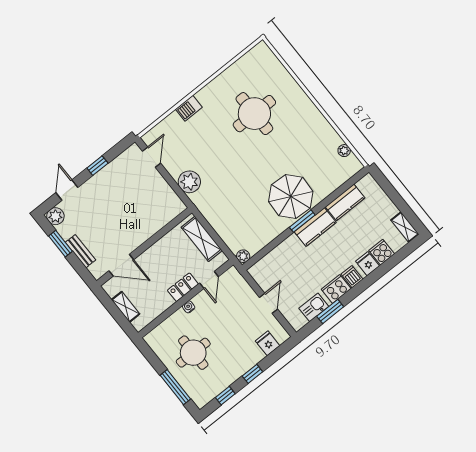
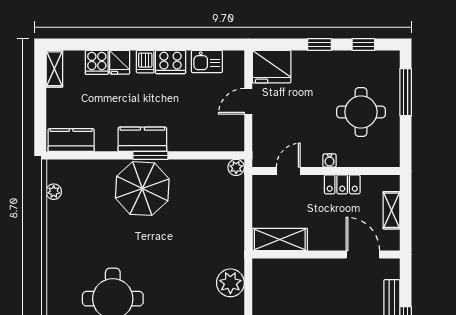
kitchen counter: (345, 202) -> (71, 140), moved
shelving: (202, 239) -> (280, 240), moved, turned 90
locker: (183, 287) -> (342, 184), moved
window: (330, 312) -> (194, 45), removed
fridge: (268, 343) -> (272, 67), width x1.88, depth x1.34

